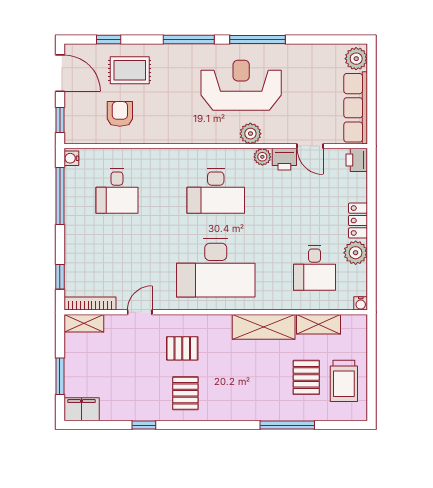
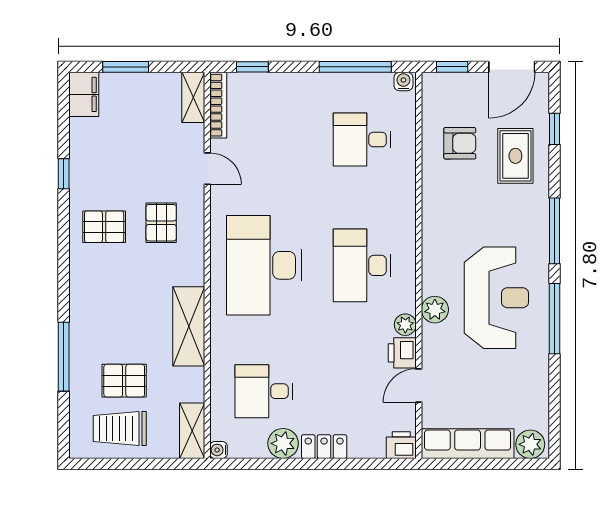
shelving: (318, 324) -> (192, 431), moved

